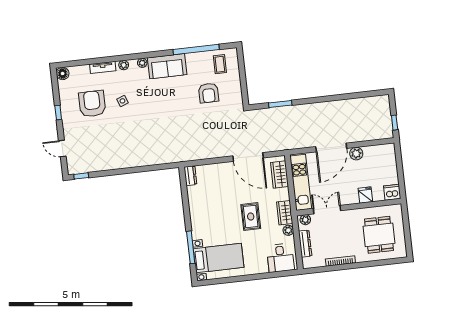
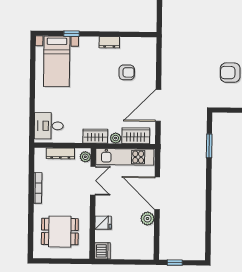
dresser: (190, 176) -> (109, 42), moved
armchair: (221, 191) -> (127, 72), added
rug: (251, 217) -> (96, 100), removed
plant: (288, 230) -> (116, 138), moved
window: (191, 247) -> (72, 34), width x0.46

